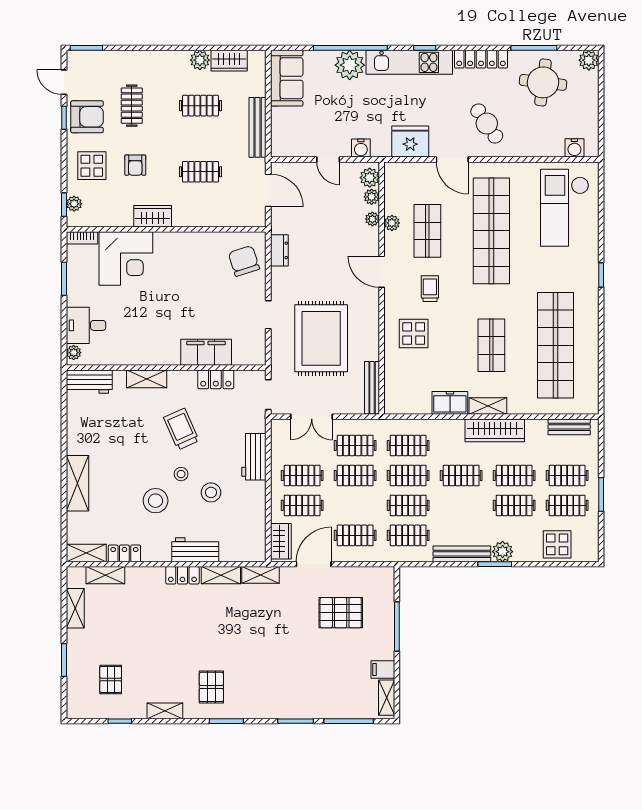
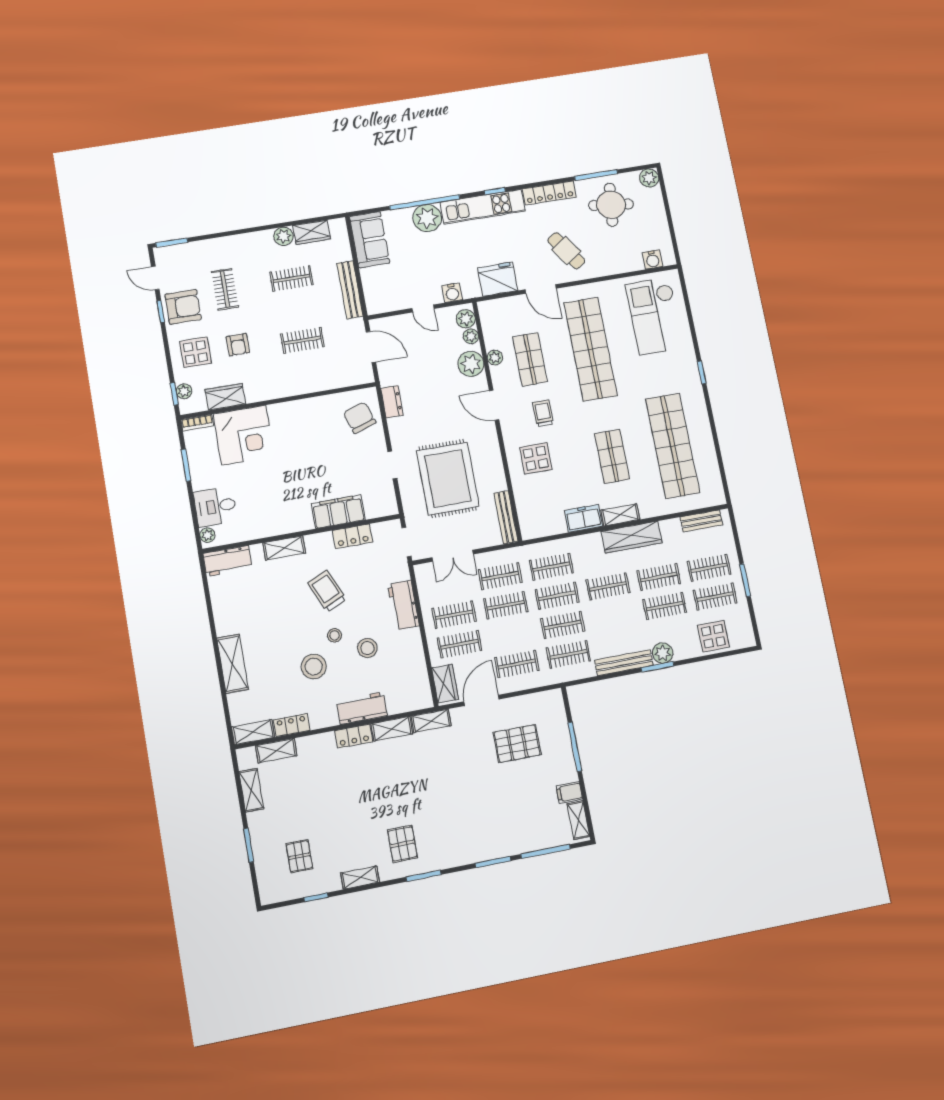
wardrobe: (153, 216) -> (225, 397), moved
plant: (372, 219) -> (471, 364), width x1.88, depth x1.88

